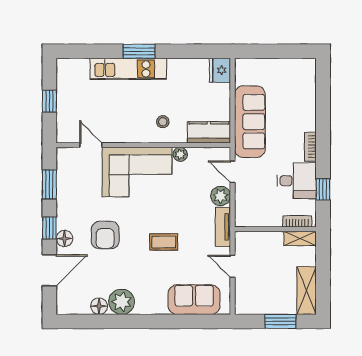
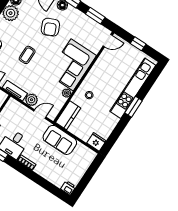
printer: (308, 68) -> (68, 188), added
kitchen unit: (128, 69) -> (133, 88), width x1.36
sofa: (250, 122) -> (60, 140), width x0.73
door: (91, 145) -> (108, 41), moved
armchair: (105, 235) -> (50, 27), turned -114

